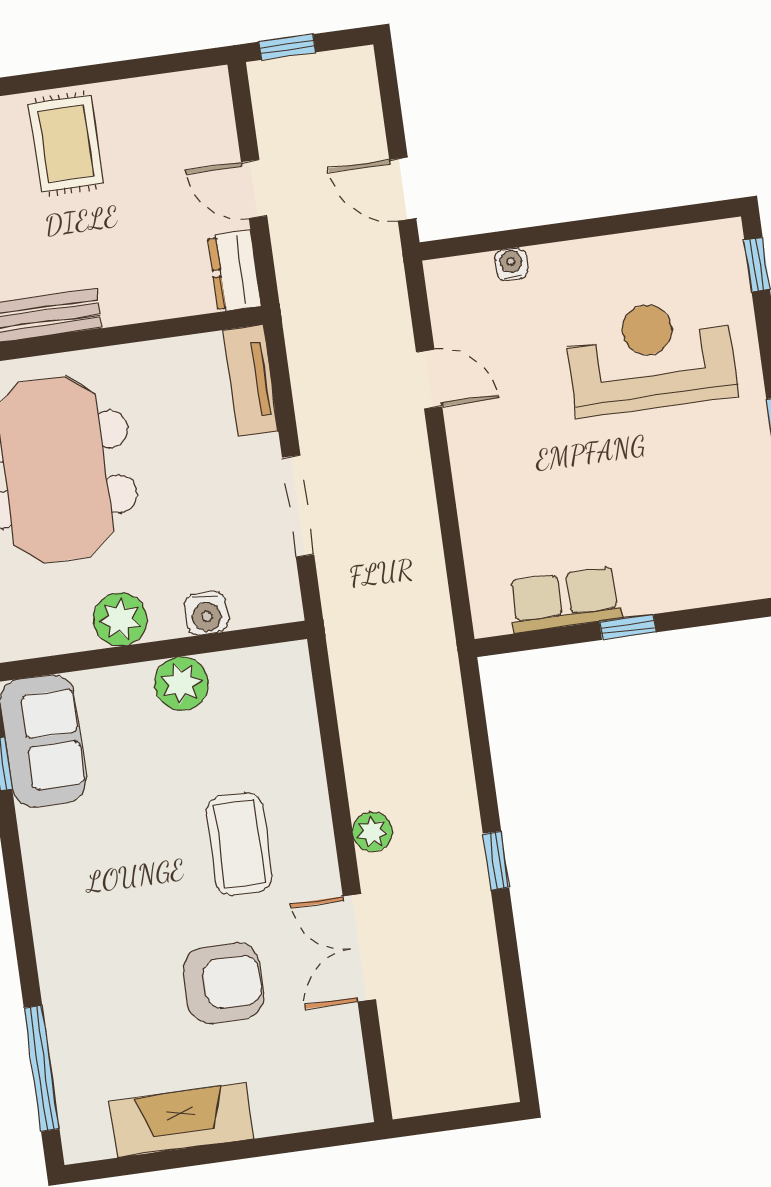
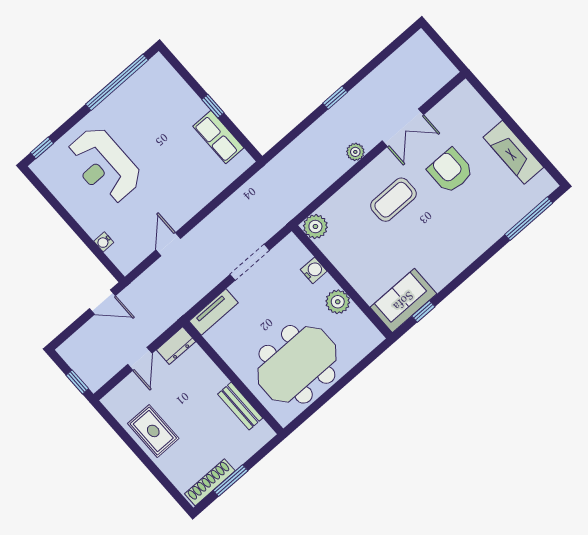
rug: (66, 143) -> (153, 431), moved, turned 90
door: (403, 189) -> (102, 302), hinge flipped
plant: (182, 684) -> (315, 227), moved

